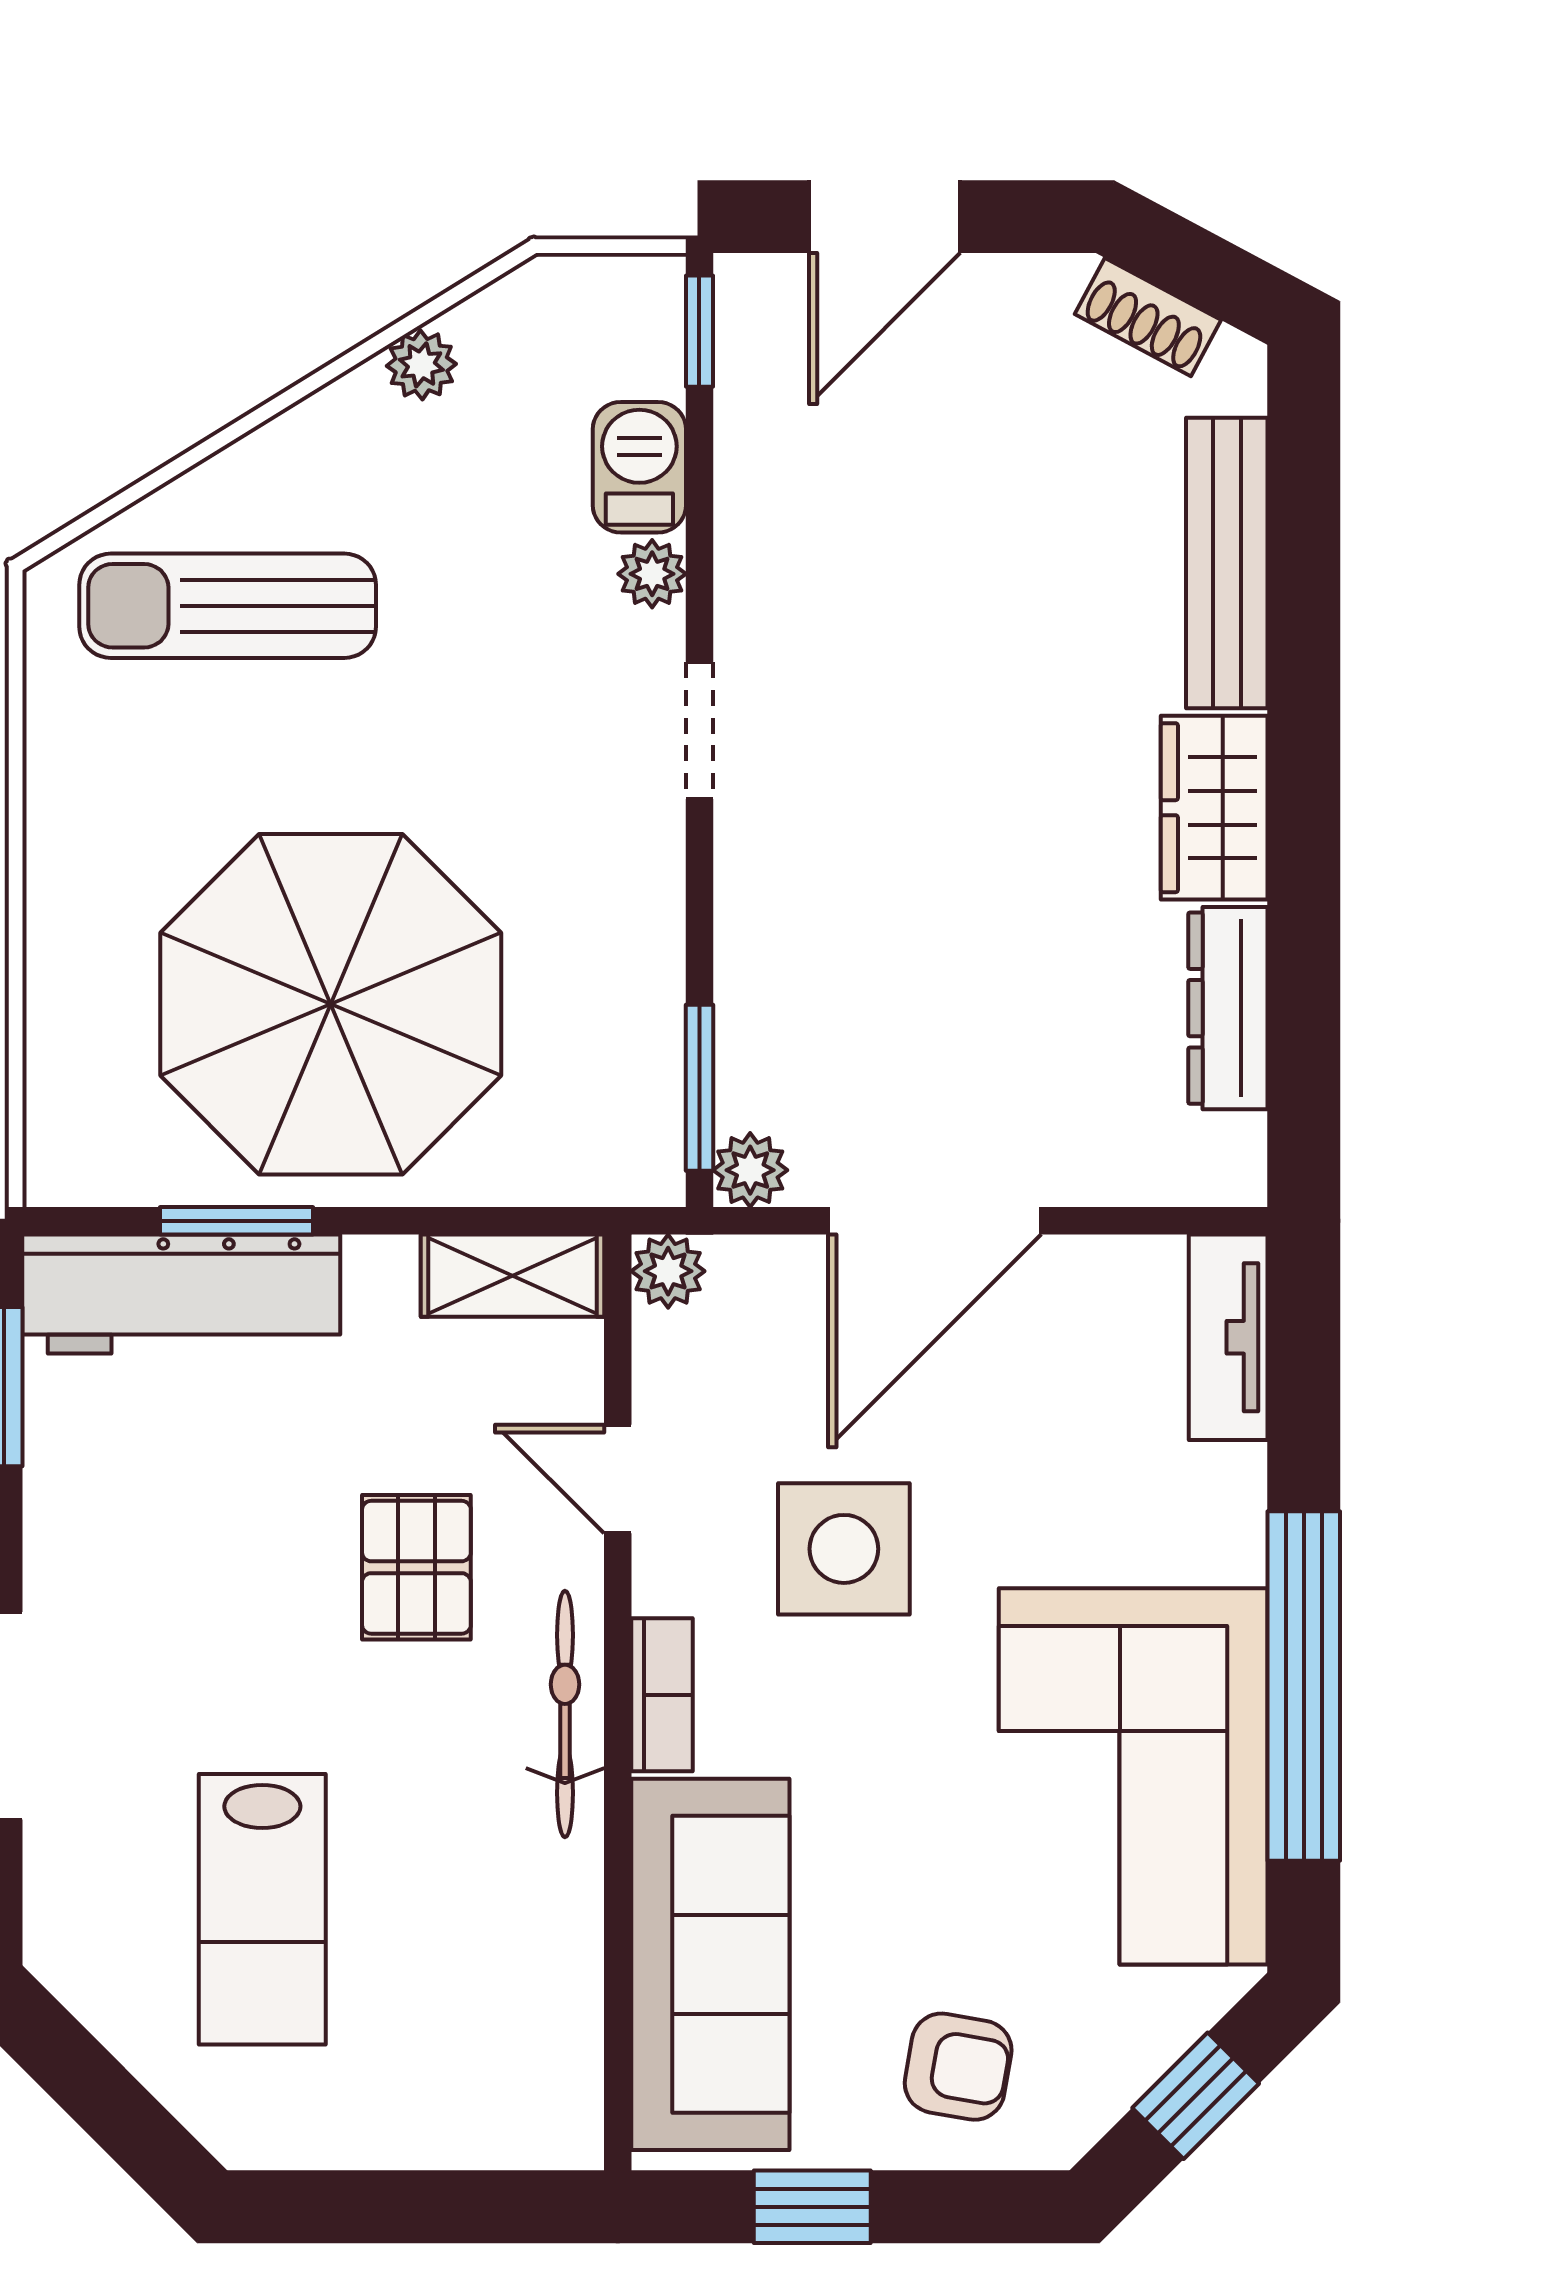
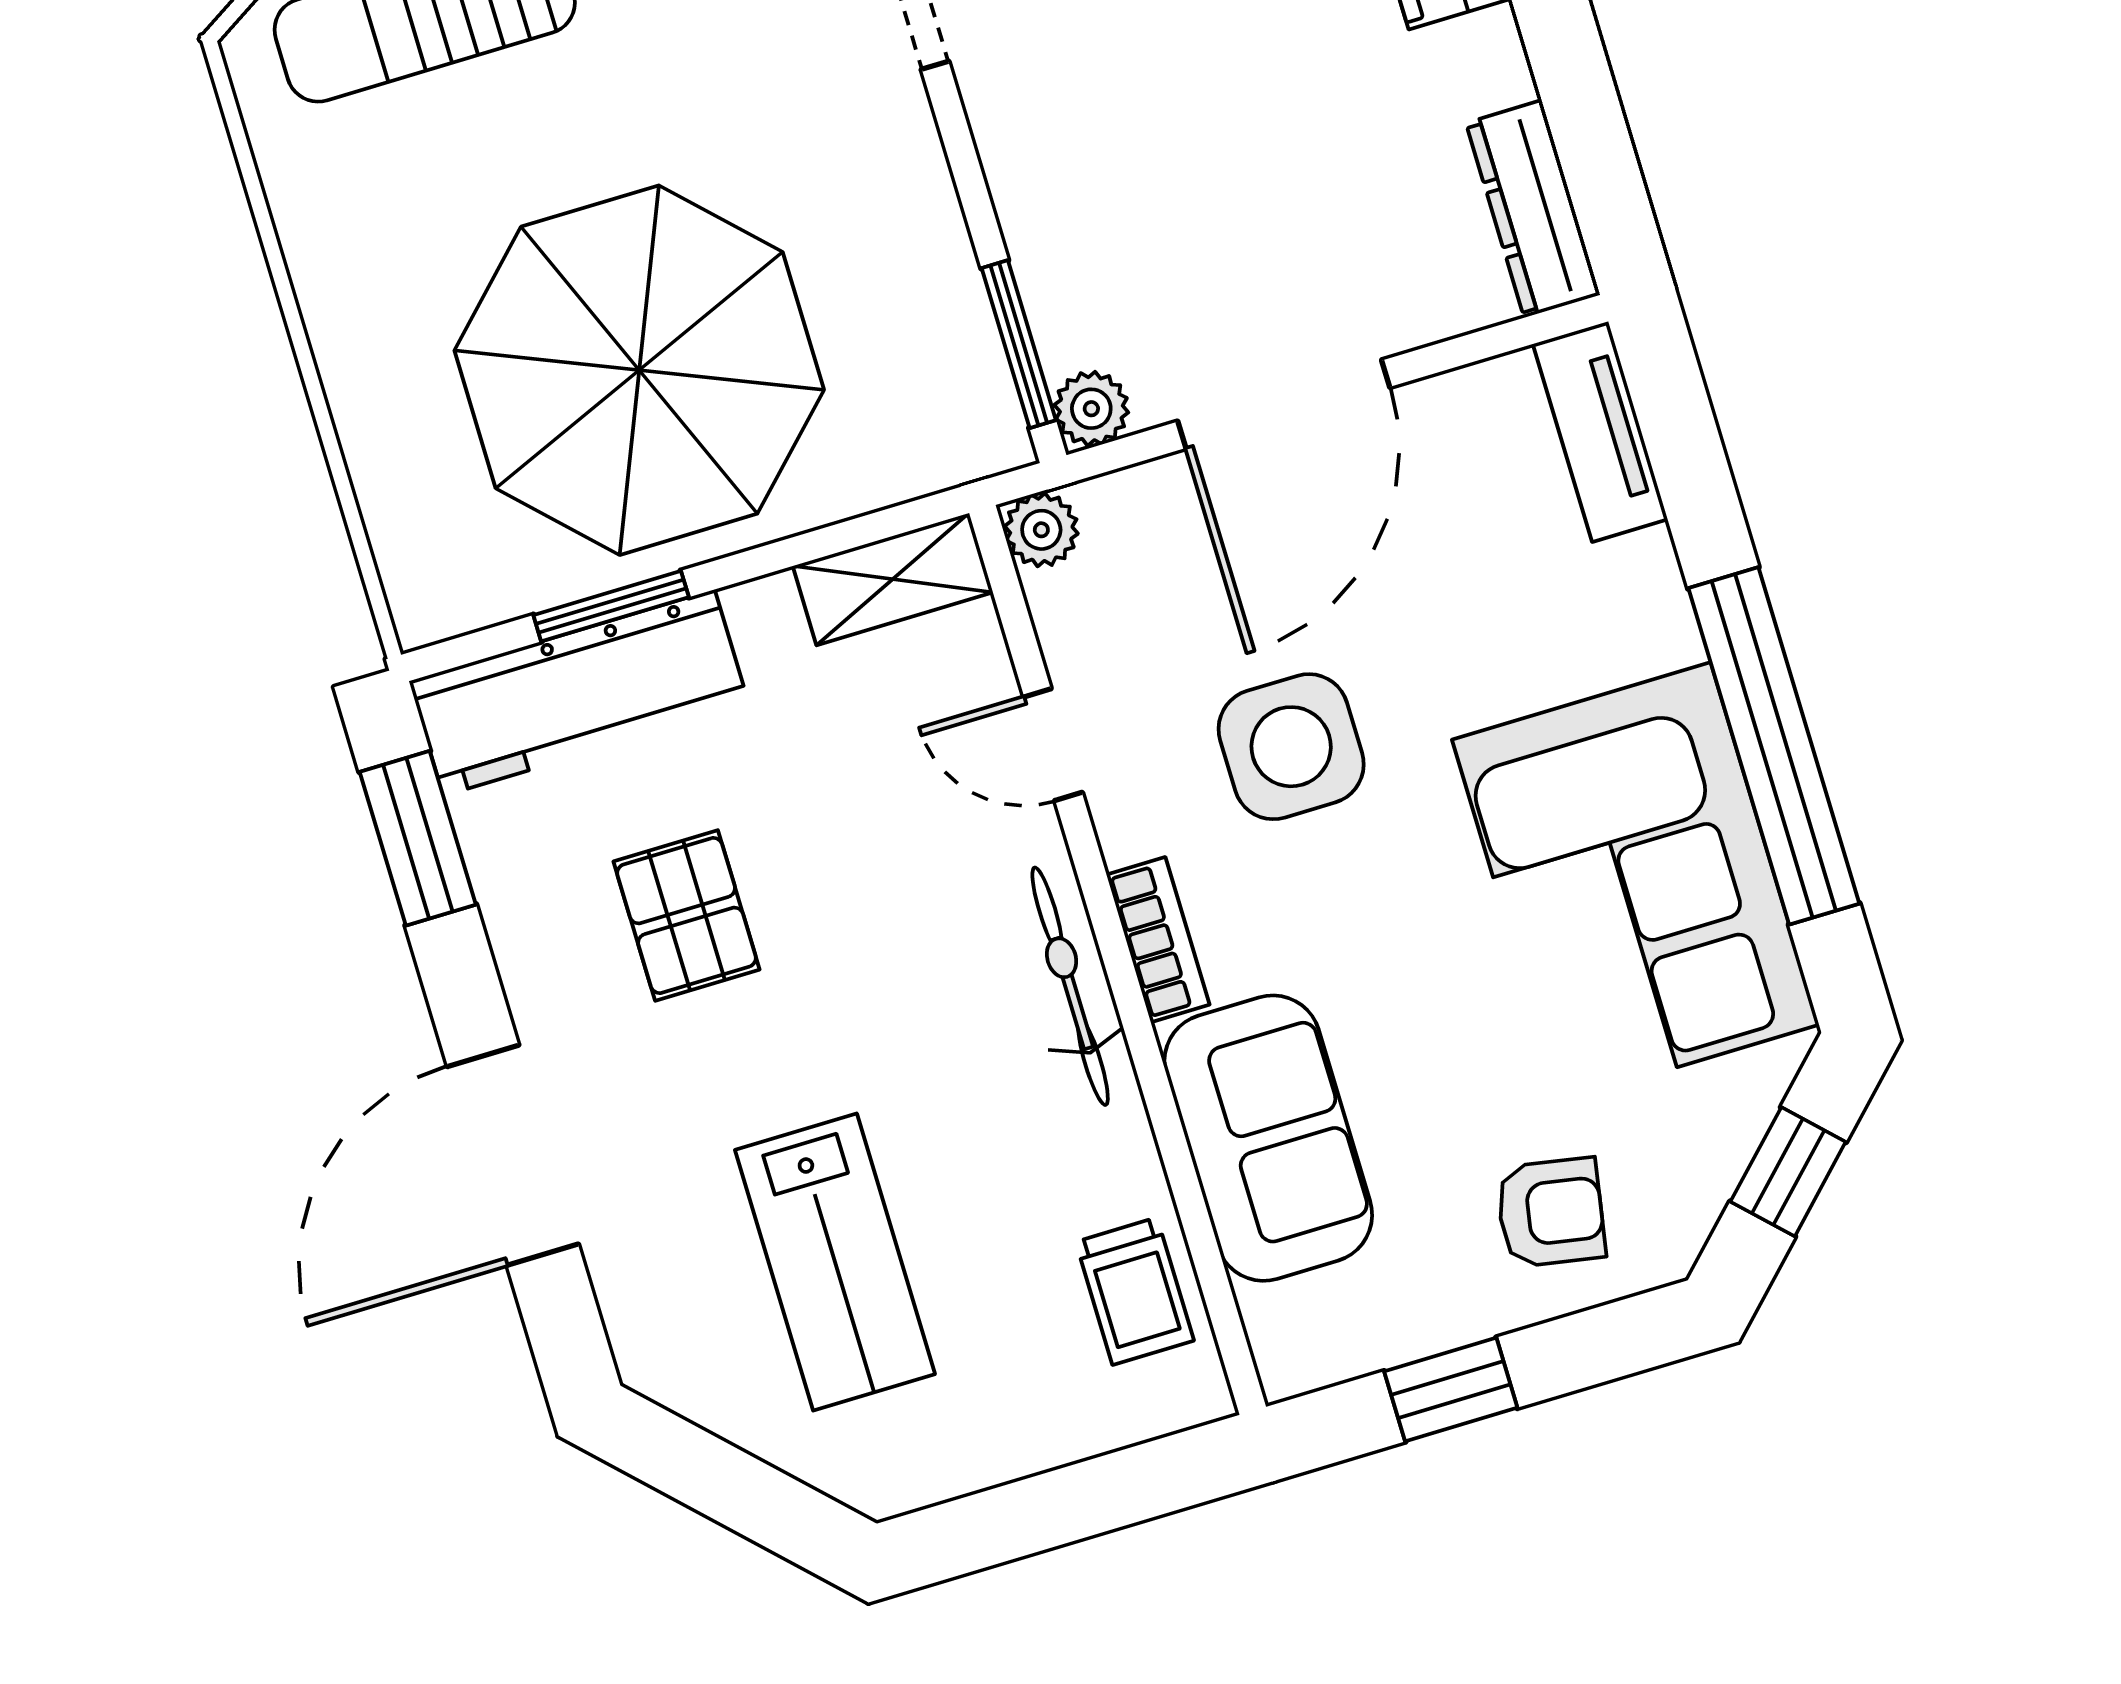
dresser: (1228, 1008) -> (1533, 209), moved
pallet: (416, 1567) -> (687, 915), moved
sofa: (710, 1964) -> (1268, 1138), width x0.73
trolley: (539, 2023) -> (1135, 1291), added

